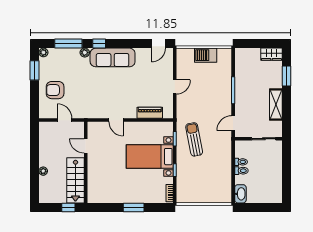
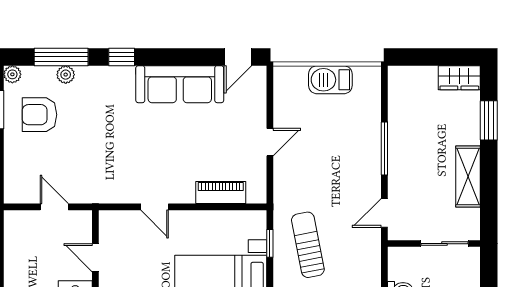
plant: (85, 53) -> (66, 75), moved
sofa: (113, 57) -> (180, 84), moved
armchair: (55, 90) -> (39, 115), moved

